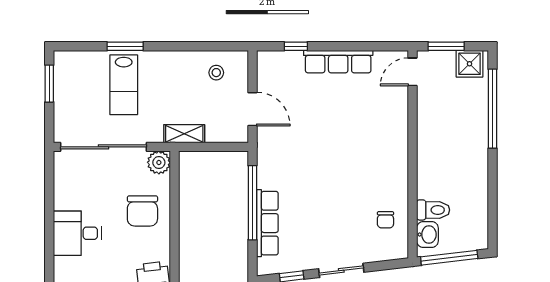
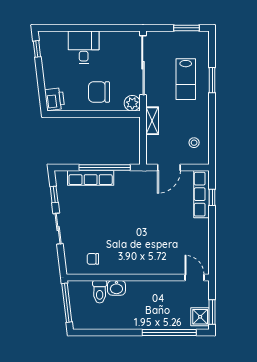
window: (446, 46) -> (212, 312), moved
row of seats: (338, 62) -> (202, 194), moved
lab bench: (124, 85) -> (186, 79), turned -90
washbasin: (427, 235) -> (116, 288), moved

